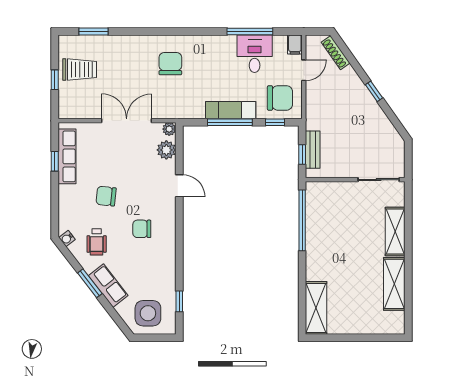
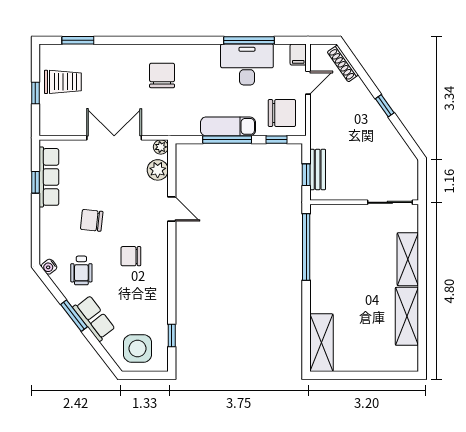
desk: (255, 54) -> (247, 65), width x1.37

